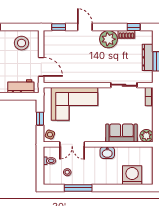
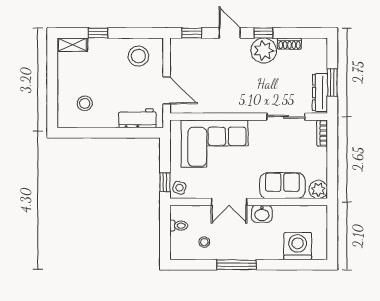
window: (134, 27) -> (263, 33), moved
dresser: (148, 57) -> (320, 93), moved
window: (40, 119) -> (165, 182), moved
double door: (72, 144) -> (229, 202), moved
window: (78, 188) -> (237, 265), moved

